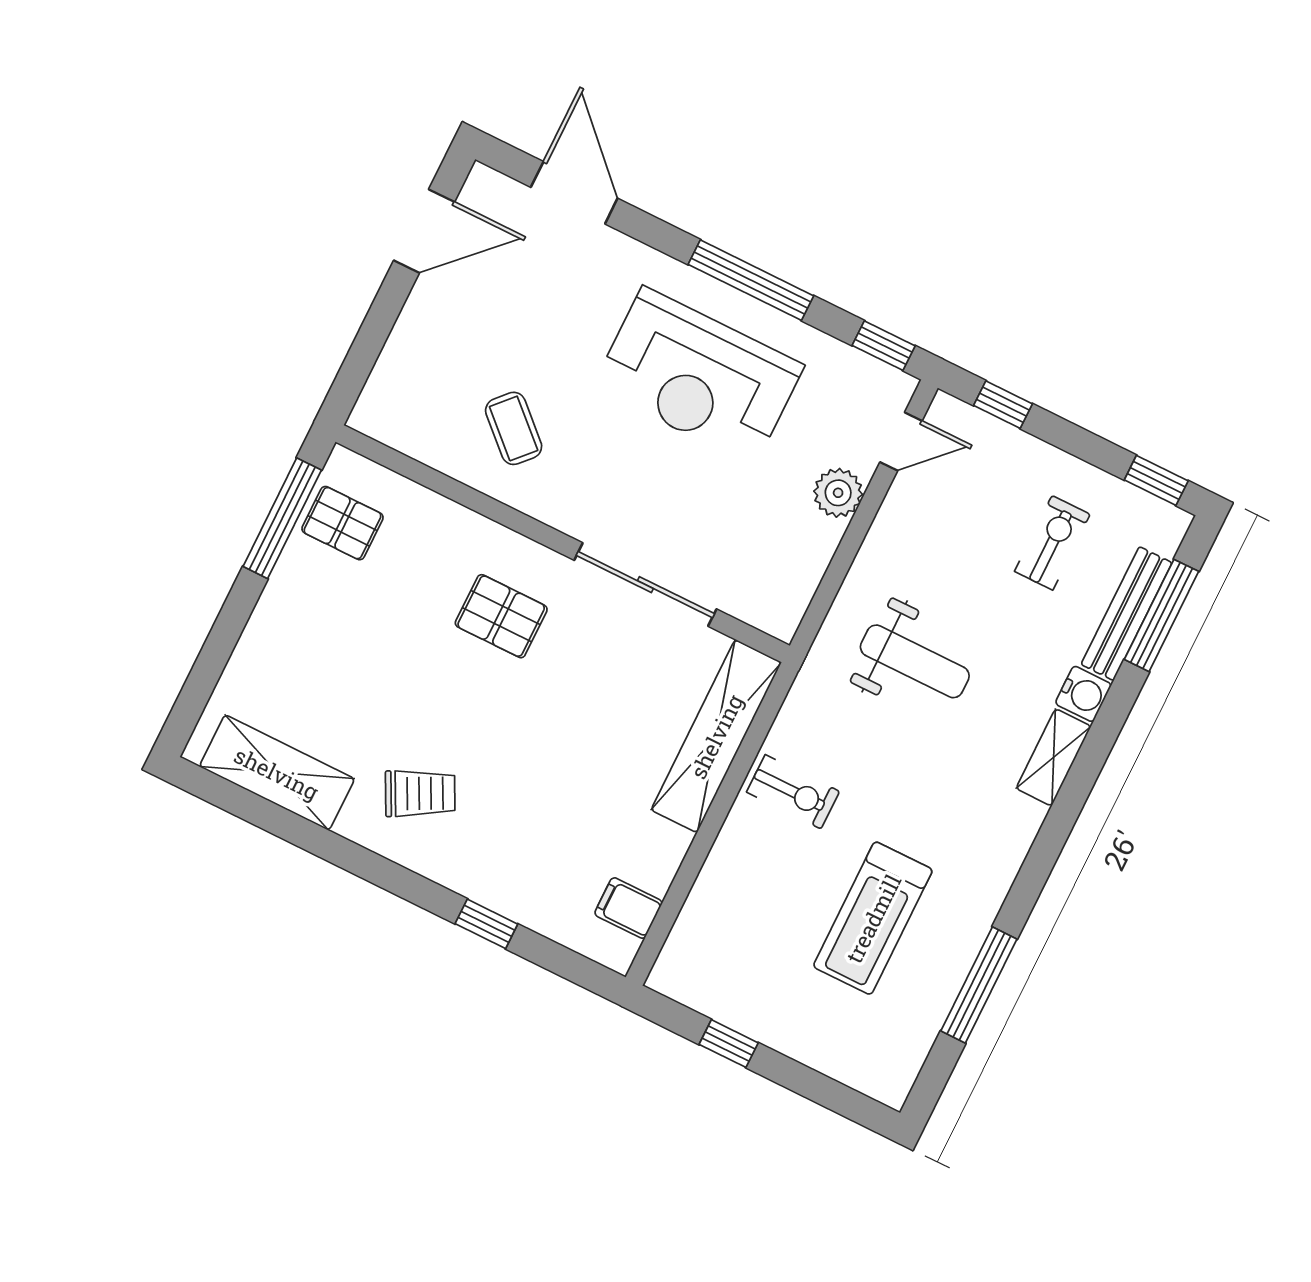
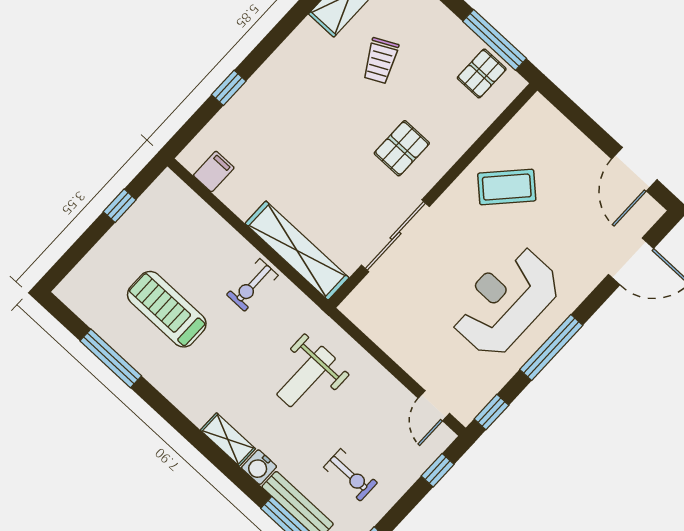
coffee table: (514, 428) -> (507, 187), width x1.36, depth x1.30
plant: (838, 493) -> (415, 361), removed
trolley: (420, 793) -> (381, 61), moved

